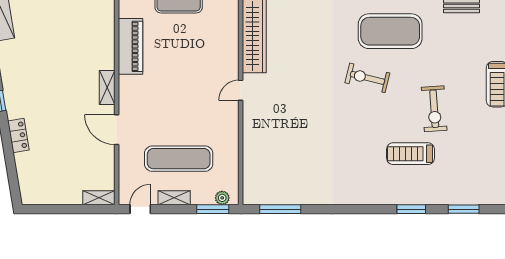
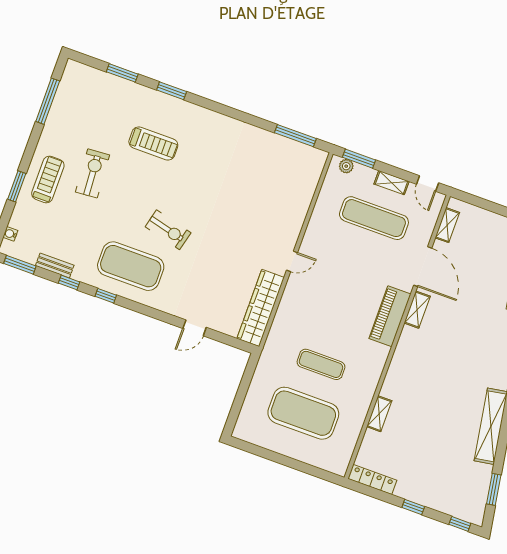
piano: (130, 46) -> (390, 316), moved
exercise bike: (434, 109) -> (92, 173), moved
door: (117, 130) -> (423, 267), width x1.36
shelving: (99, 198) -> (447, 225), moved, turned 90
door: (140, 209) -> (428, 183), hinge flipped

